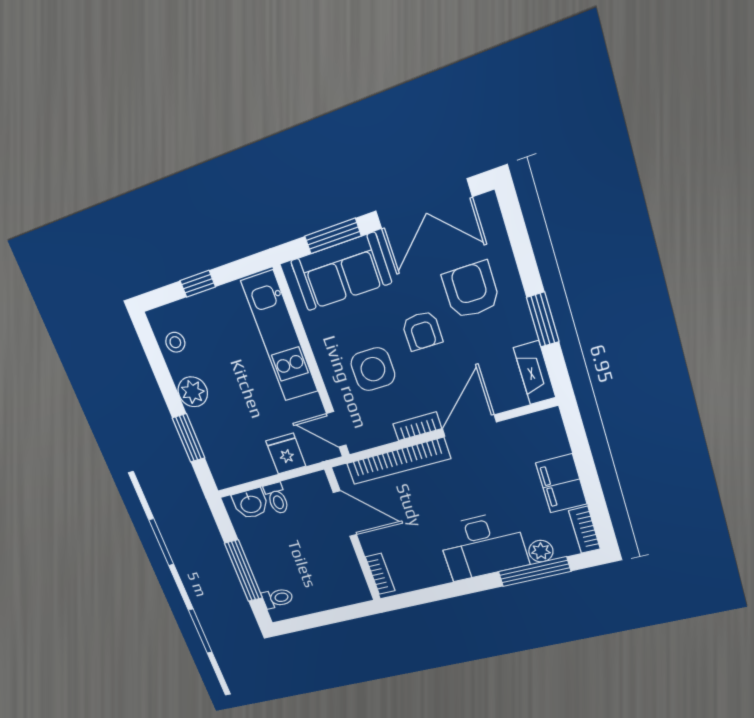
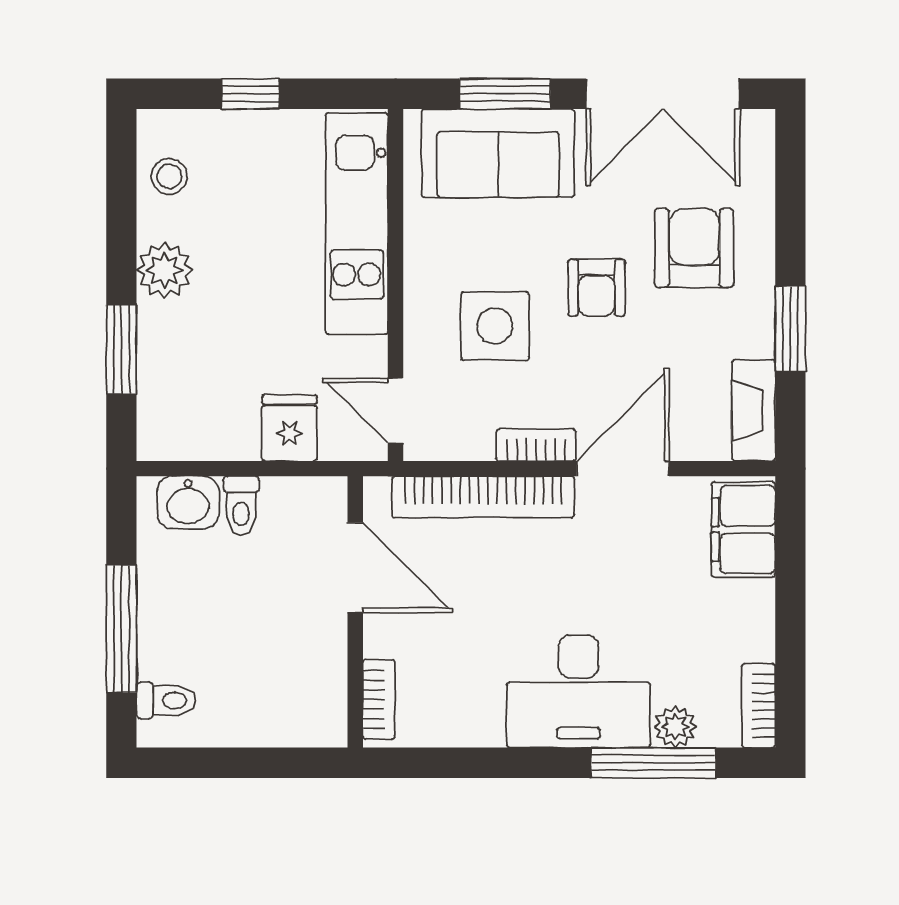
filing cabinet: (561, 483) -> (743, 530), moved

